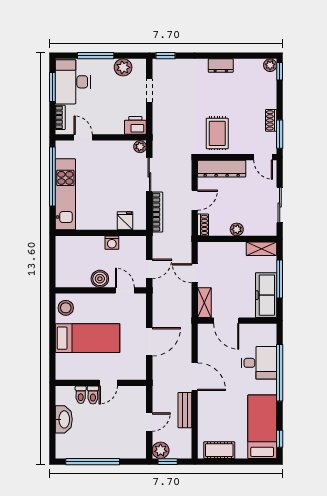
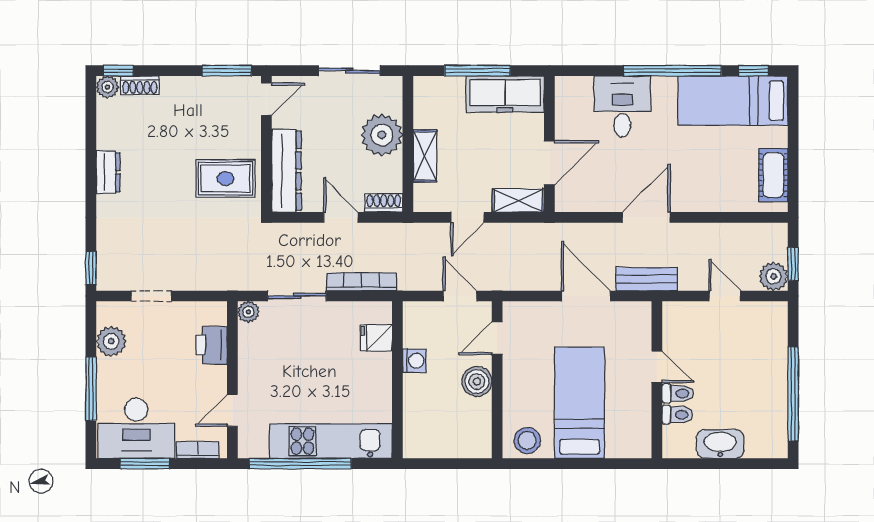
shoe rack: (271, 120) -> (140, 85), moved
printer: (135, 125) -> (212, 345), moved
plant: (237, 229) -> (382, 135), width x1.88, depth x1.88
shelving: (261, 249) -> (425, 156), moved
window: (280, 373) -> (672, 71), moved
bench: (185, 410) -> (647, 279), moved

